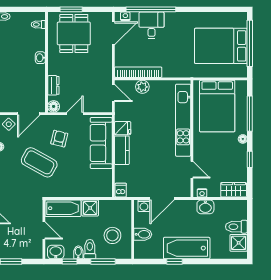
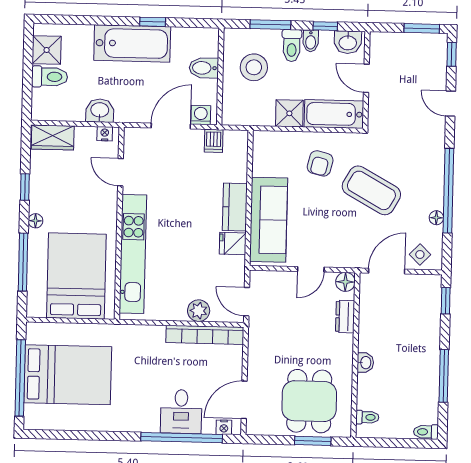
armchair: (59, 139) -> (320, 163), moved
dishwasher: (121, 190) -> (214, 141), moved

